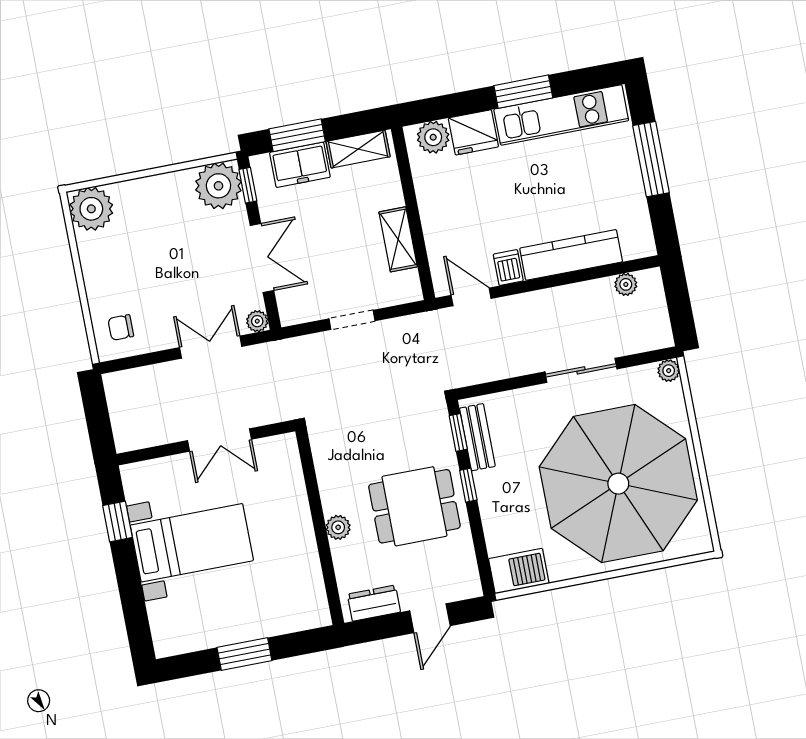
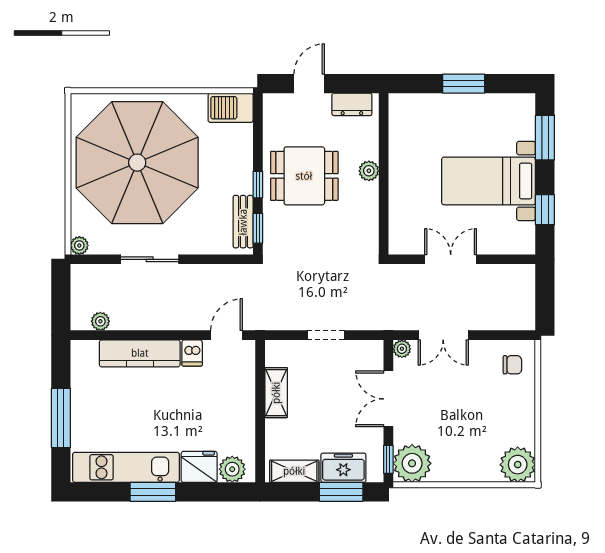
door: (471, 297) -> (226, 335), swing flipped
window: (134, 608) -> (545, 138), added

